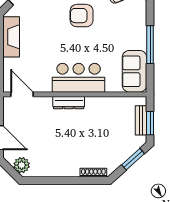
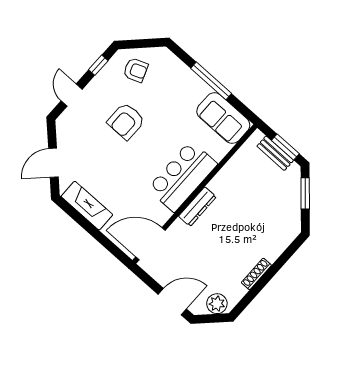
door: (22, 94) -> (150, 244), width x1.36
shoe rack: (93, 173) -> (256, 274), moved

